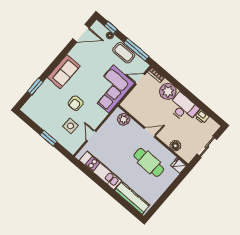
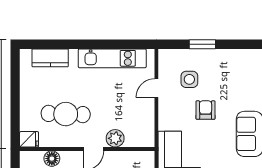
plant: (124, 119) -> (115, 138), moved
door: (91, 136) -> (156, 88), swing flipped
kitchen counter: (132, 198) -> (50, 58), width x0.67

